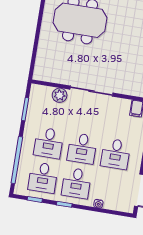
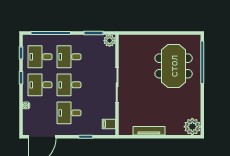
plant: (60, 95) -> (109, 41), moved

